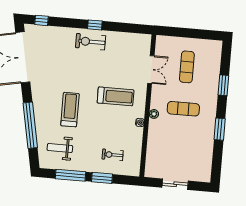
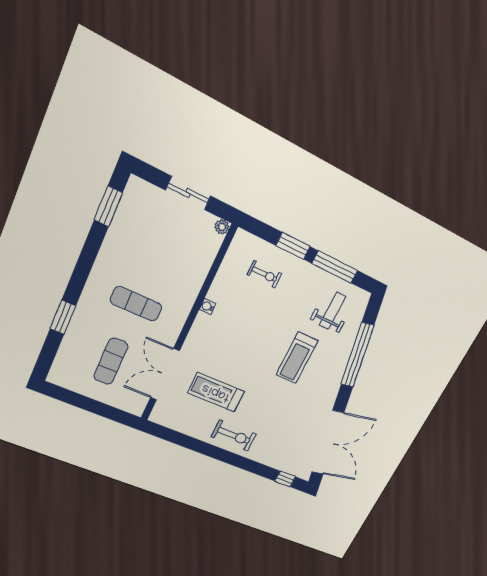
window: (95, 25) -> (220, 454), removed
double door: (151, 70) -> (165, 374), width x1.37
treadmill: (116, 96) -> (216, 392), moved
plant: (154, 114) -> (222, 227), moved
window: (220, 129) -> (108, 206), moved
weight bench: (60, 148) -> (333, 311), turned -90

